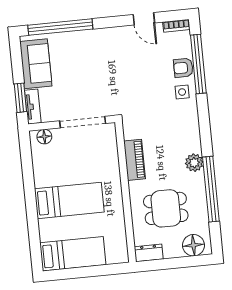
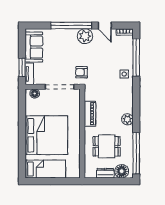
window: (60, 27) -> (71, 26), moved
plant: (115, 39) -> (85, 36), added
armchair: (183, 68) -> (82, 72), moved
window: (211, 189) -> (136, 153), moved
bed: (69, 200) -> (46, 135), width x2.04
dresser: (149, 253) -> (105, 173), moved

